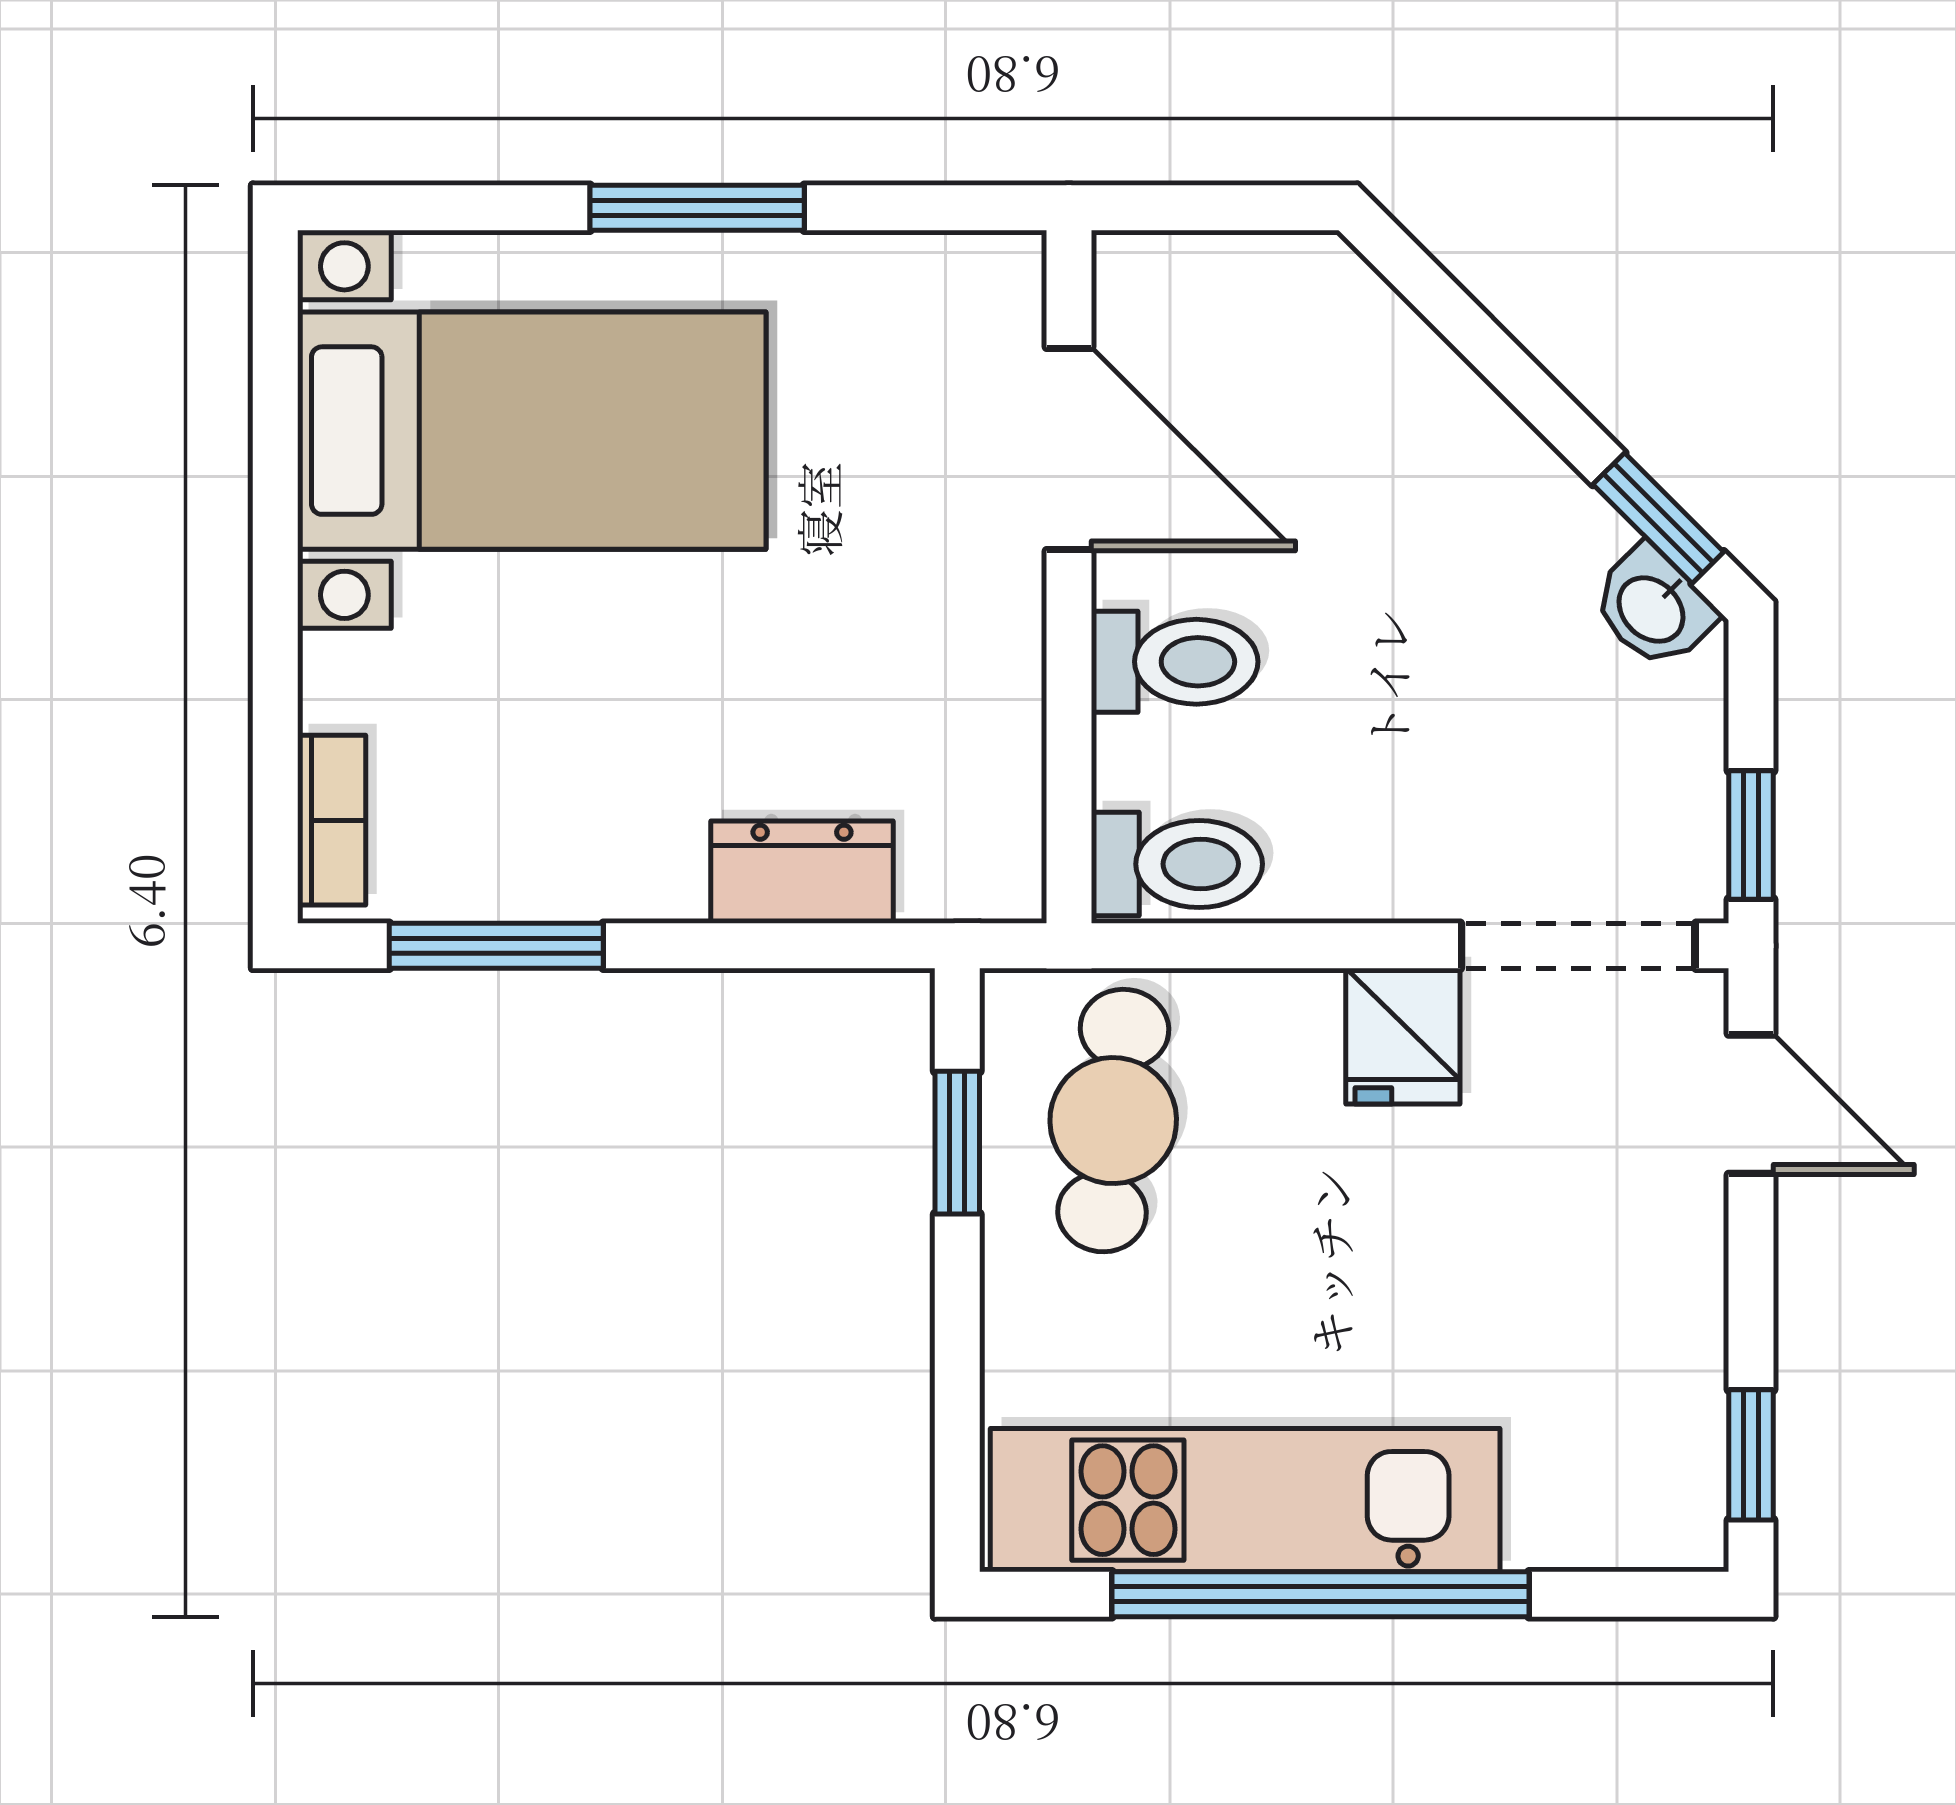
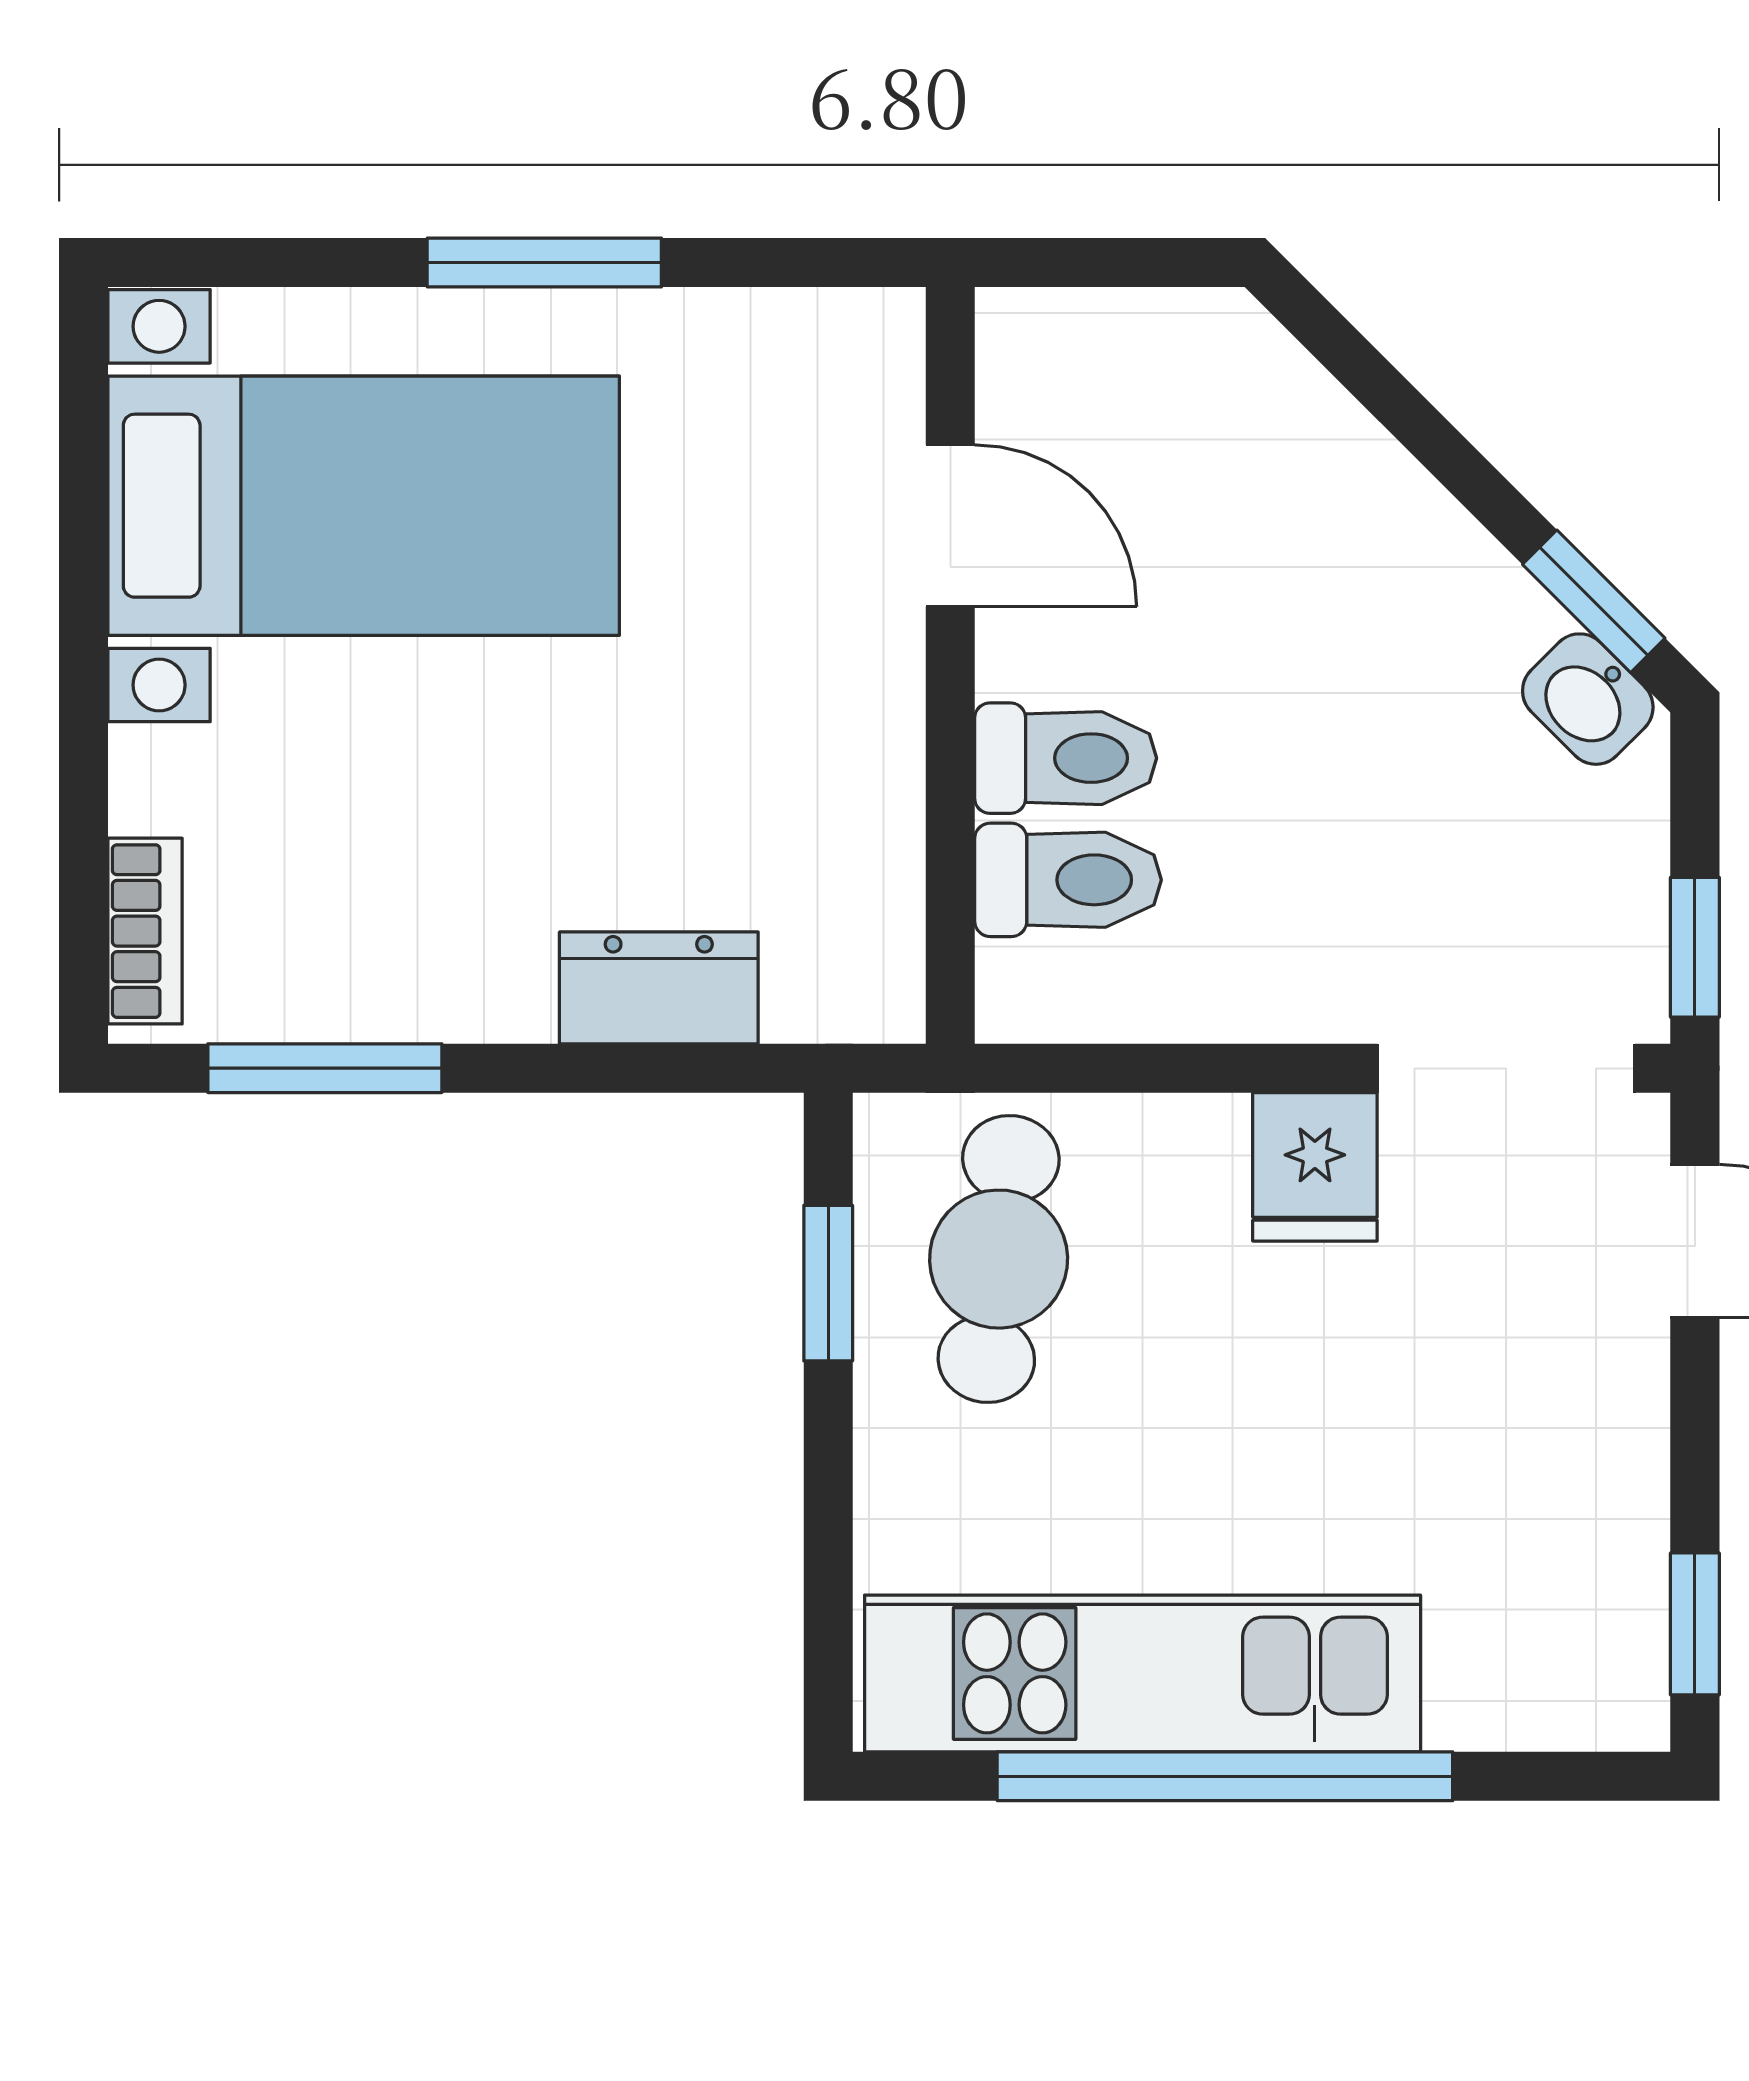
door: (1069, 449) -> (950, 526), width x0.73
toilet: (1177, 864) -> (1068, 880), moved

